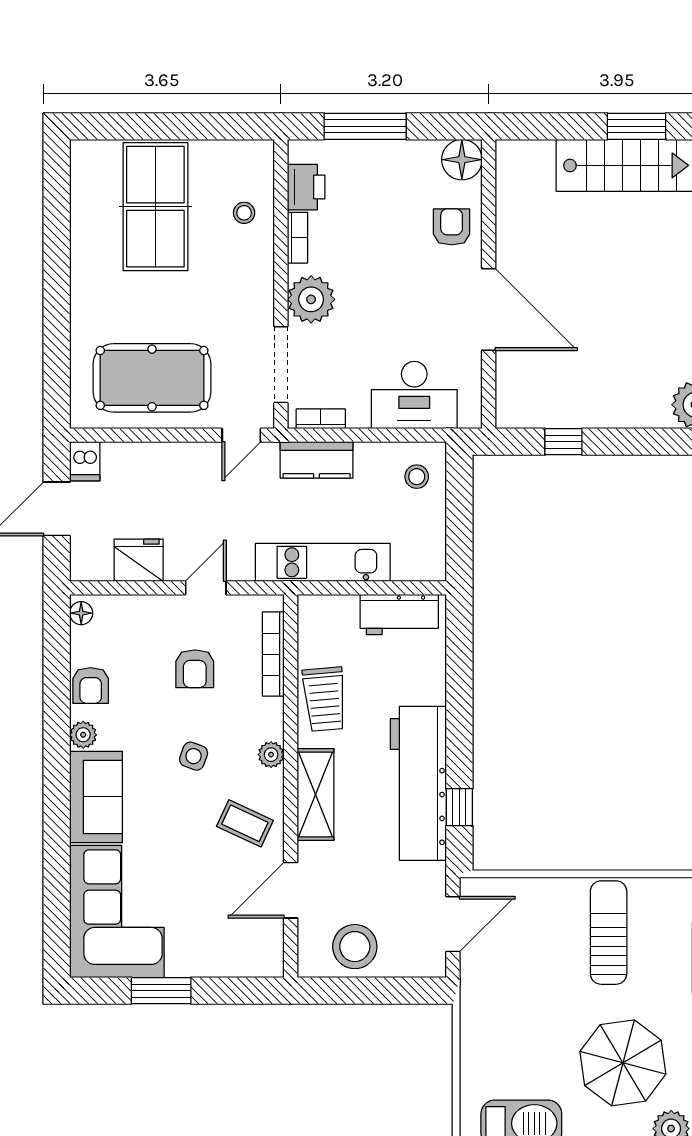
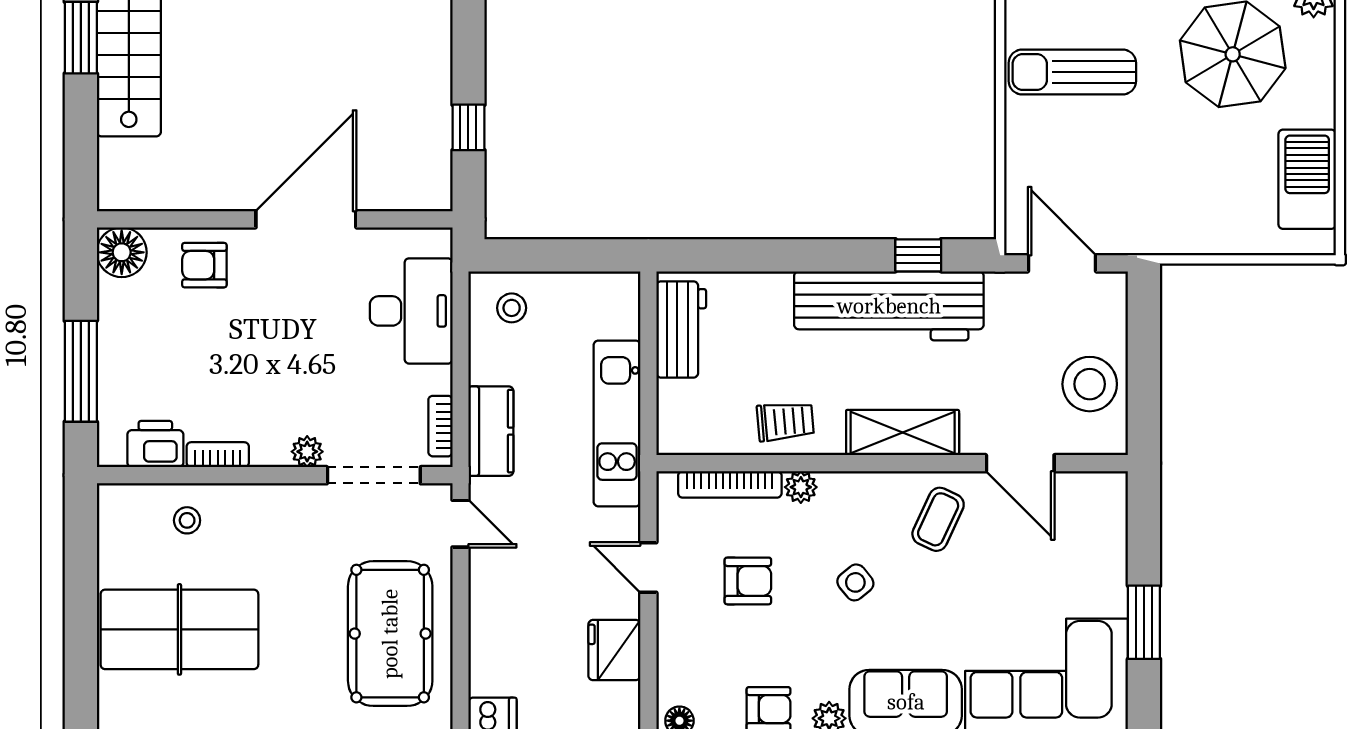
plant: (311, 299) -> (307, 452), width x0.53, depth x0.53
trolley: (324, 699) -> (785, 421), width x0.73, depth x0.72
plant: (271, 755) -> (801, 487), moved
side table: (194, 756) -> (855, 582), turned 31

